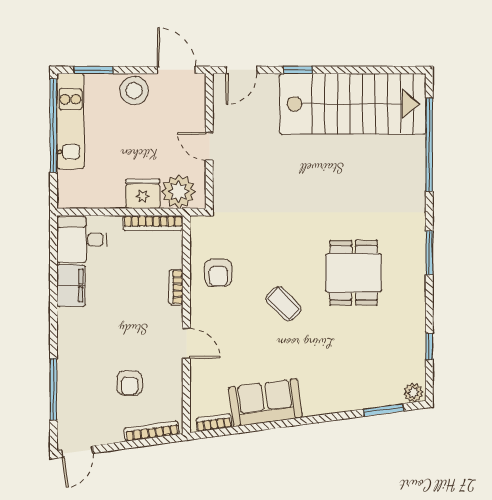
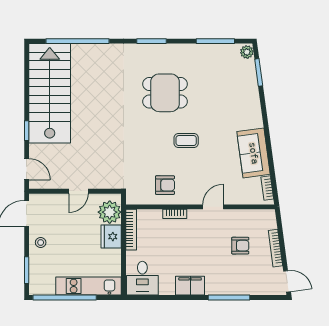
stool: (134, 91) -> (41, 242), width x0.53, depth x0.53
kitchen unit: (70, 121) -> (89, 286), moved
filing cabinet: (71, 286) -> (190, 286), moved
coffee table: (284, 304) -> (186, 141), turned 45
window: (429, 347) -> (215, 41), width x2.17
window: (53, 389) -> (229, 298), moved
bookcase: (152, 431) -> (275, 248), moved

